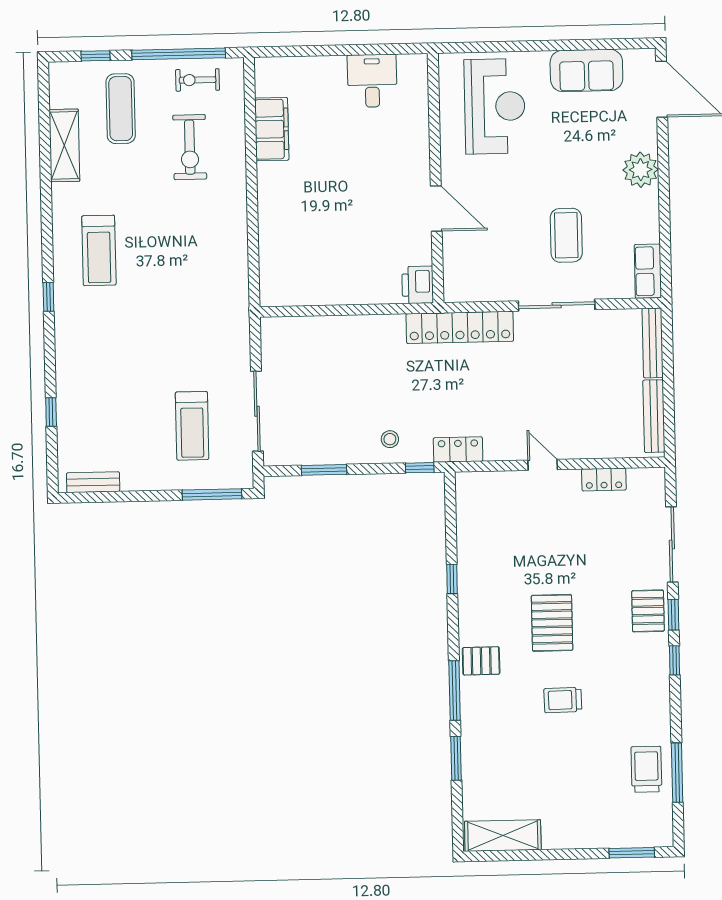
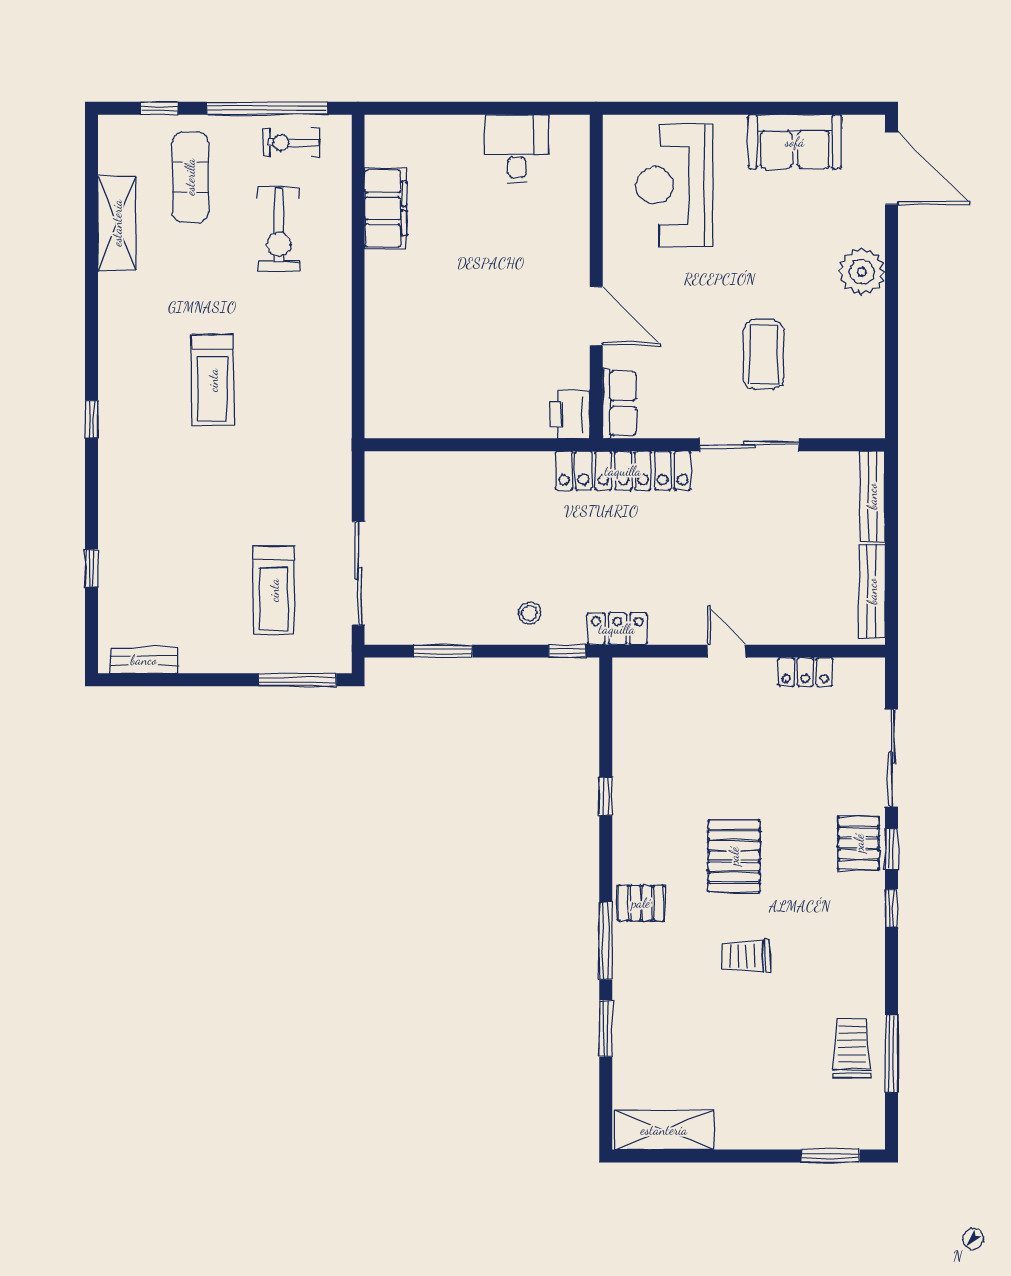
reception desk: (495, 106) -> (675, 185), turned 180
treadmill: (99, 250) -> (213, 380), moved
row of seats: (648, 271) -> (619, 403), moved, turned 180

